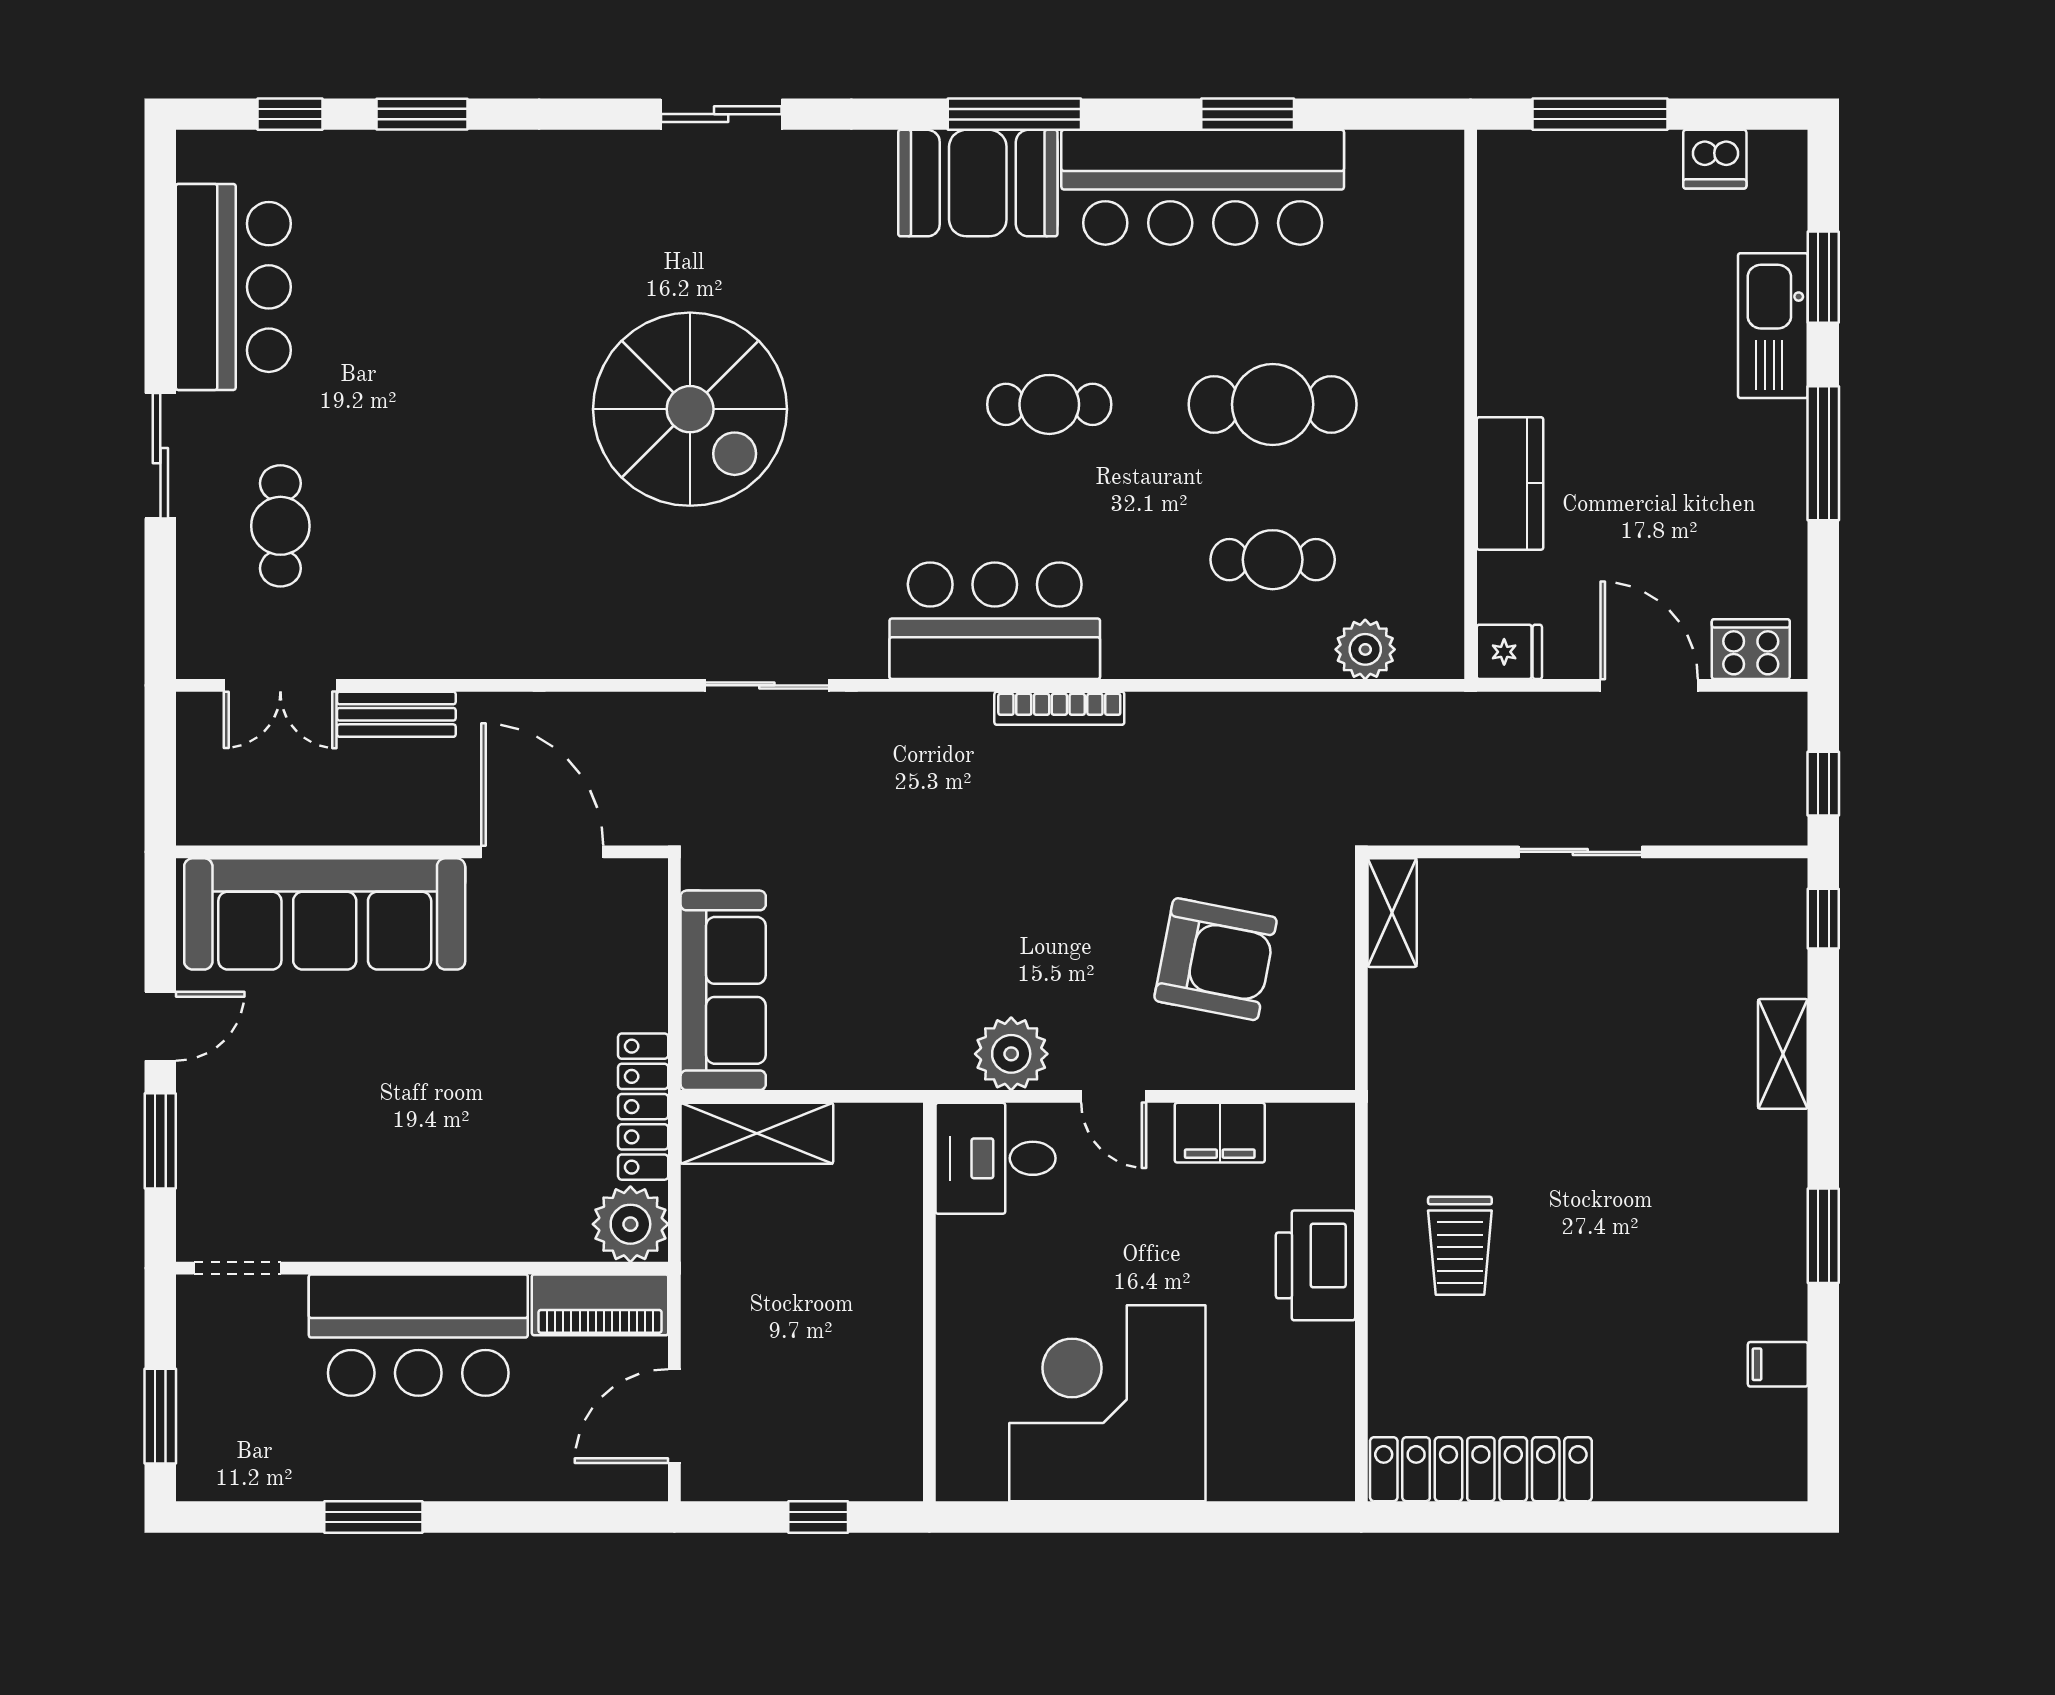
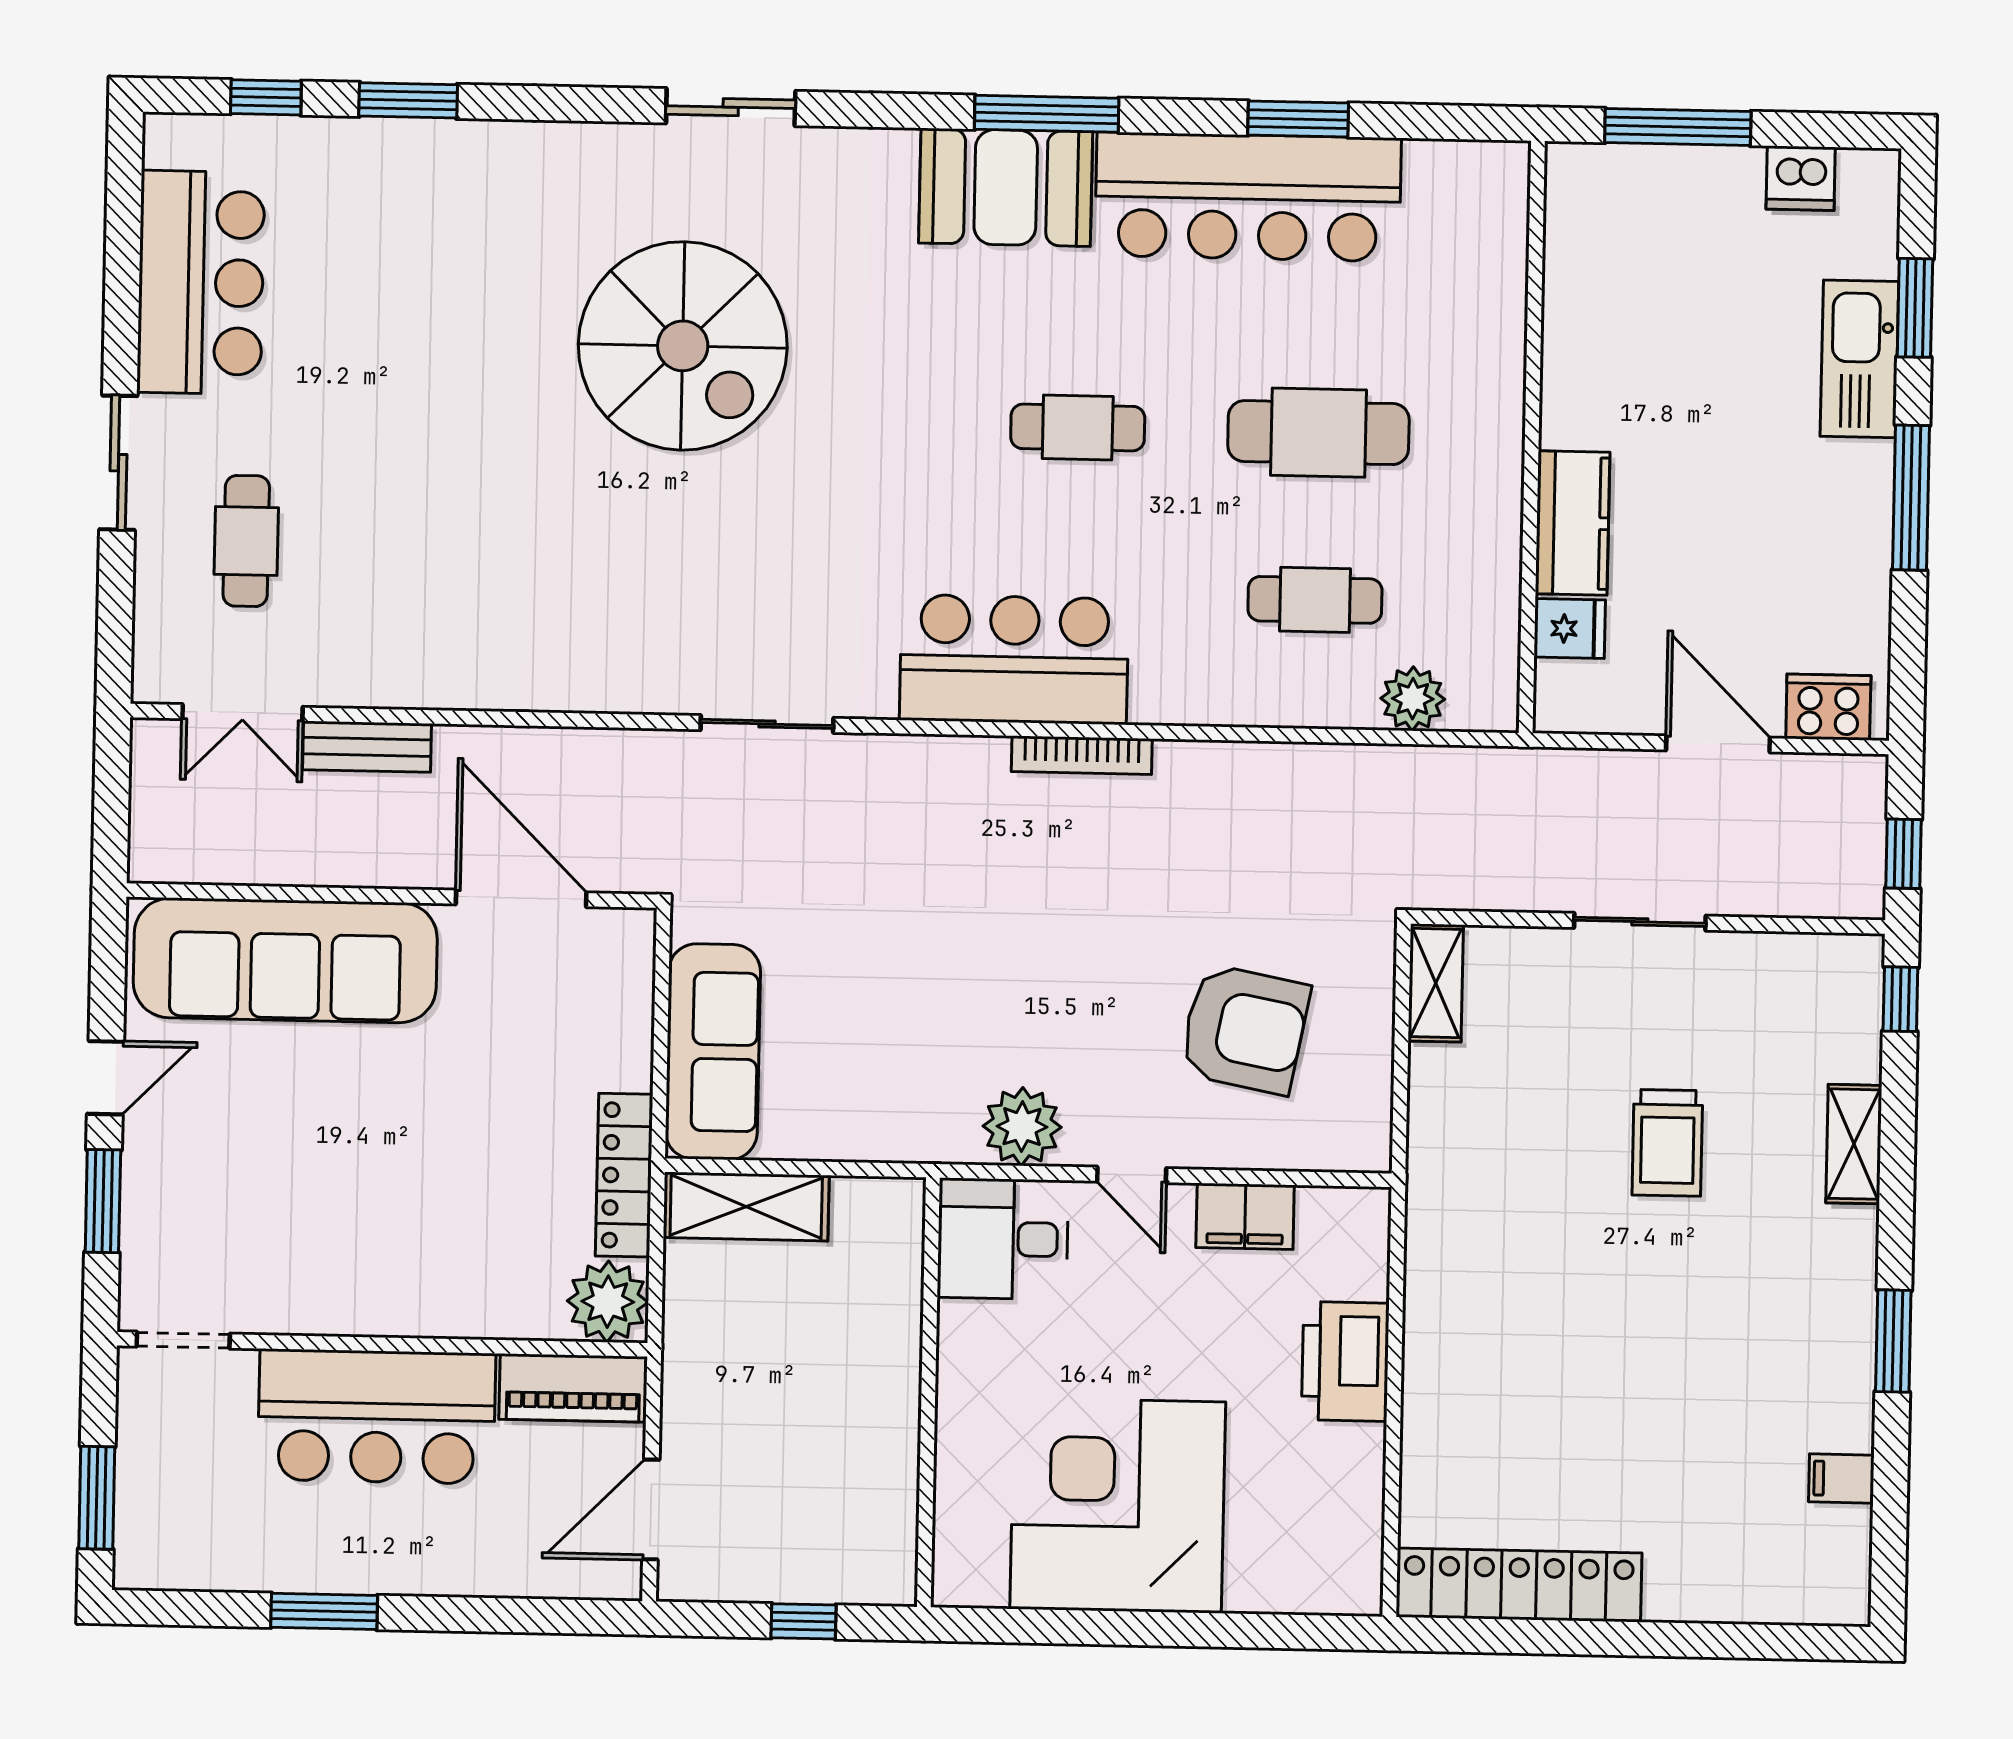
spiral stairs: (690, 409) -> (683, 346), moved
fridge: (1509, 652) -> (1570, 629), moved
trolley: (1460, 1246) -> (1667, 1143), moved

